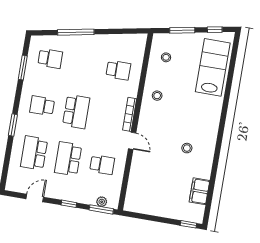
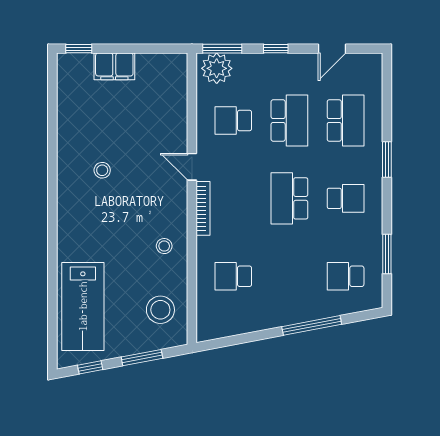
stool: (166, 57) -> (160, 310), width x1.89, depth x1.89
filing cabinet: (199, 191) -> (114, 66), moved, turned 90
plant: (102, 202) -> (217, 68), width x1.88, depth x1.88

